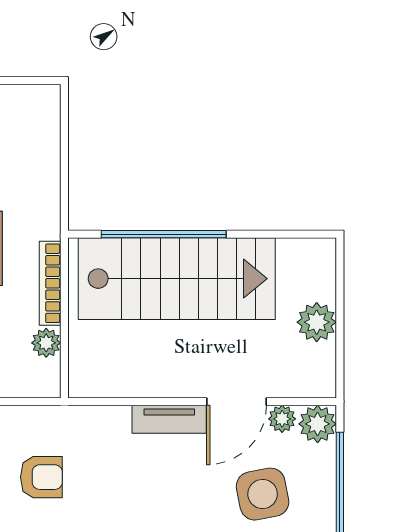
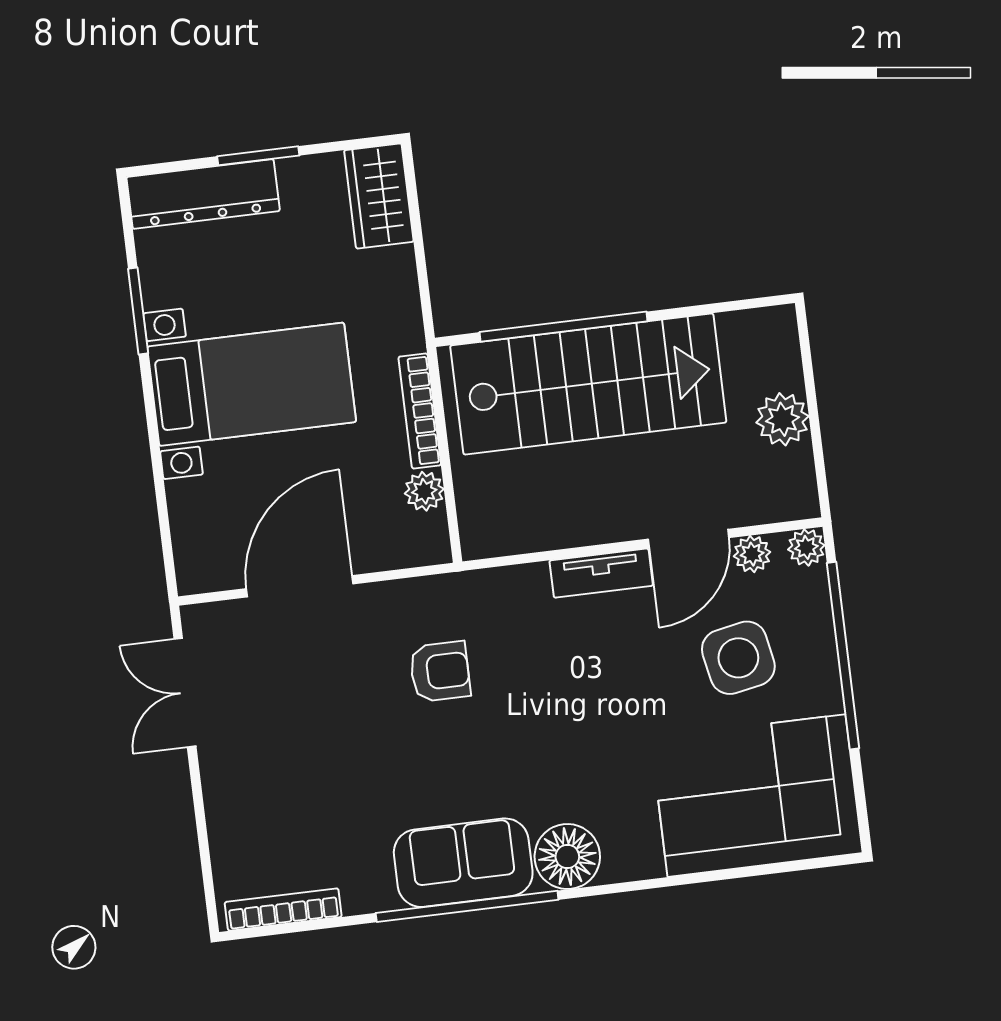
wardrobe: (39, 121) -> (379, 196), added
plant: (318, 424) -> (806, 547), width x0.73, depth x0.73

